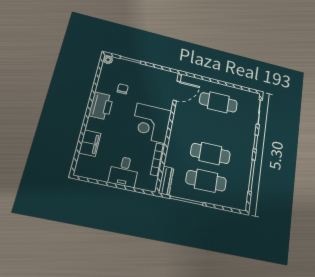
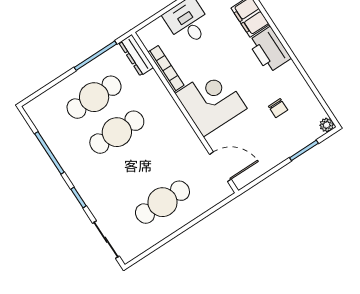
door: (177, 91) -> (220, 167), swing flipped
printer: (101, 106) -> (269, 50), moved

